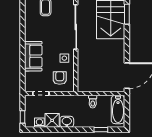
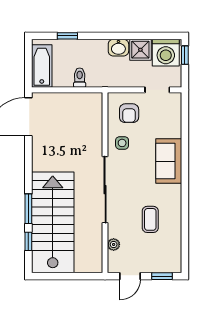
sofa: (33, 56) -> (169, 161), moved
washing machine: (39, 123) -> (166, 53), width x1.89, depth x1.89

